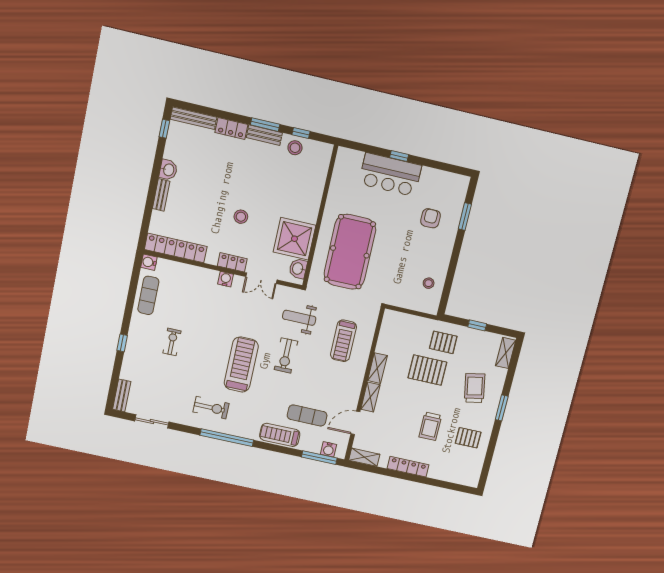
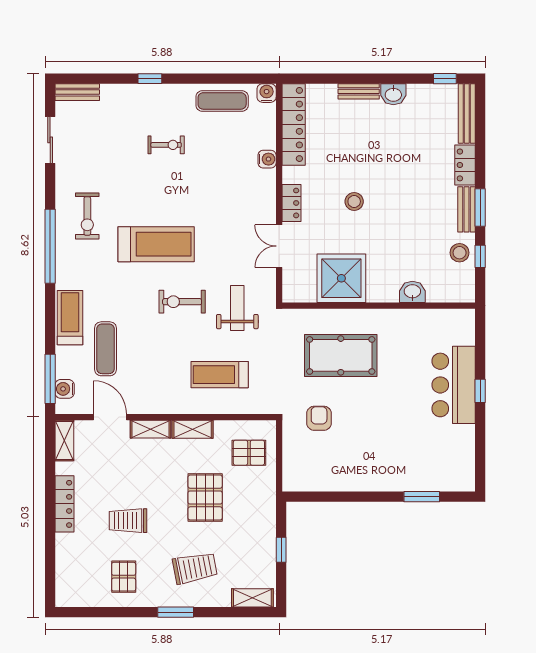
armchair: (430, 218) -> (319, 418), moved, turned -90
pool table: (350, 252) -> (341, 355), width x0.73, depth x0.76
washbasin: (298, 269) -> (412, 292), moved
water cooler: (226, 279) -> (267, 159), moved
stool: (429, 283) -> (323, 470), removed
pallet: (443, 342) -> (249, 453), moved, turned 90

